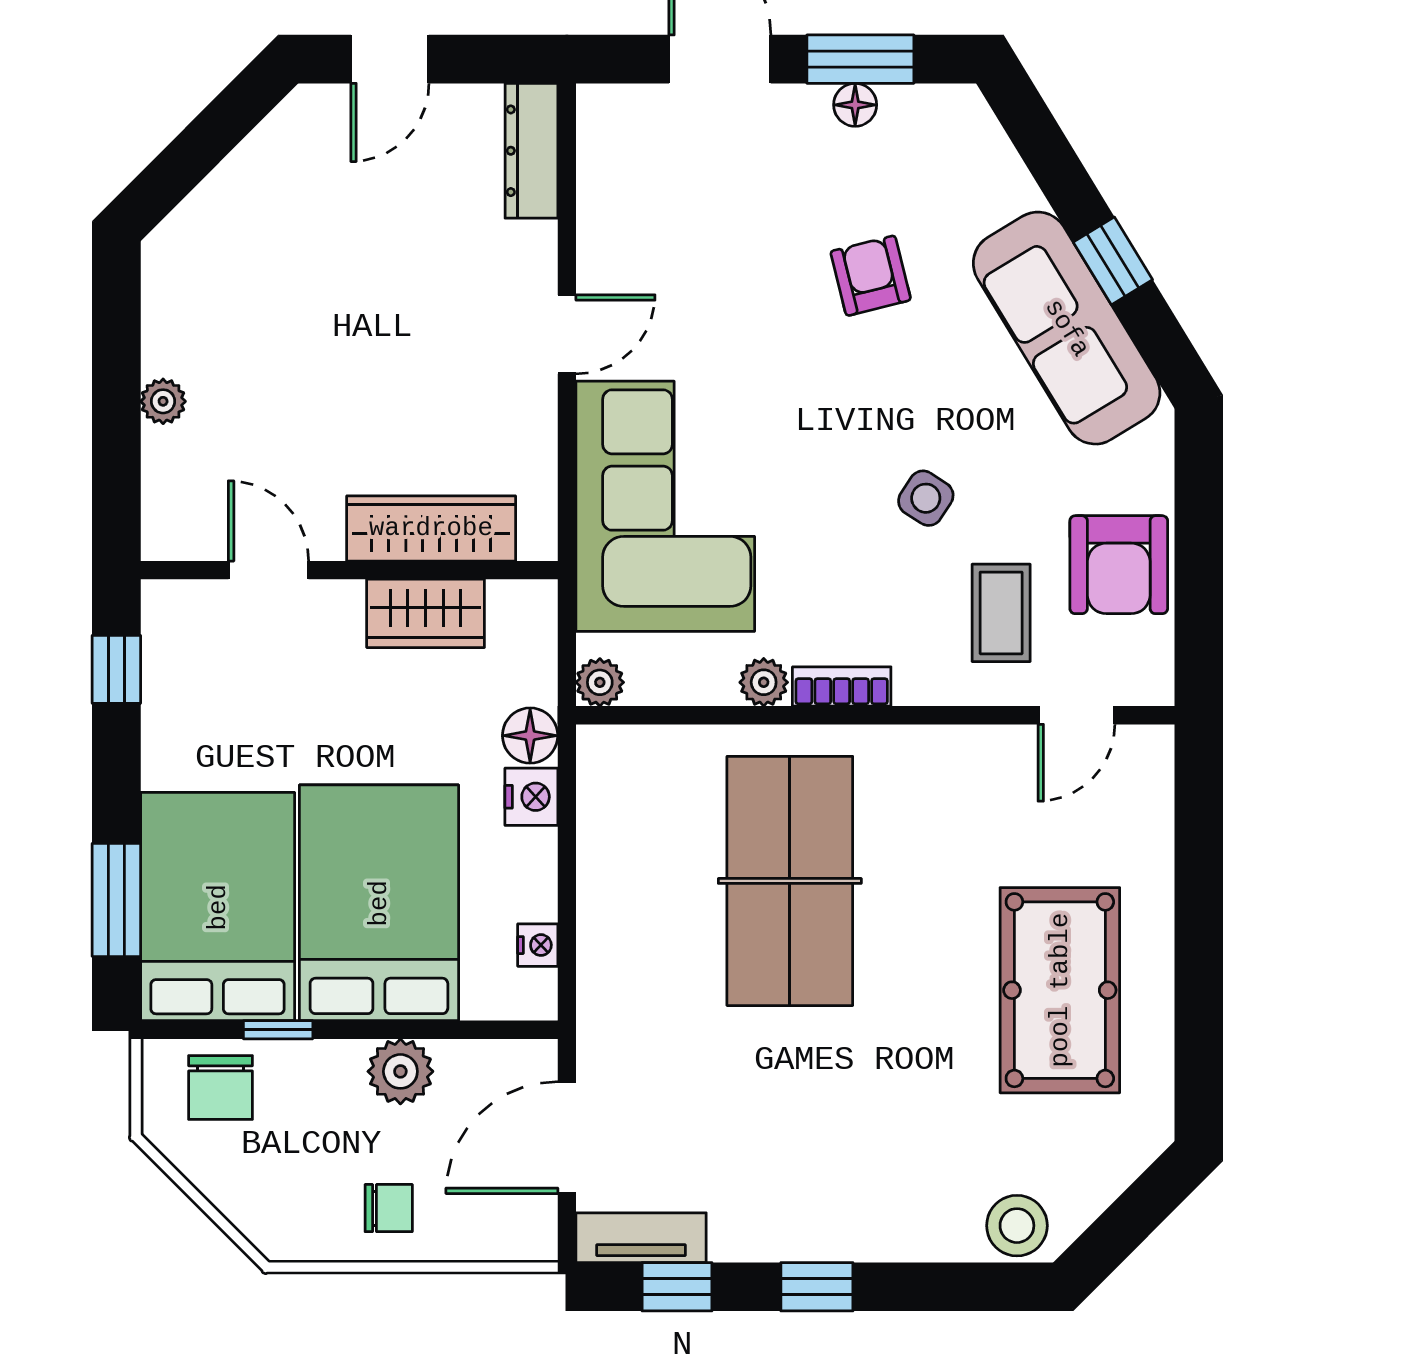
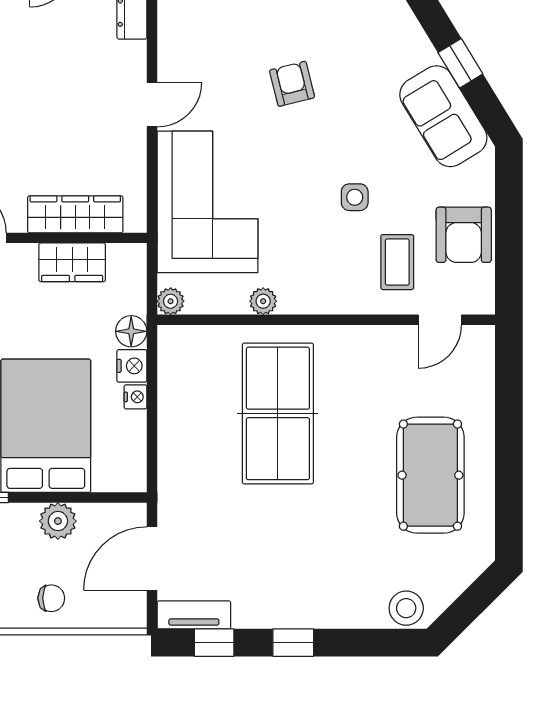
armchair: (871, 276) -> (292, 84), moved
sofa: (1067, 328) -> (443, 116), width x0.73
side table: (926, 498) -> (355, 197), turned -33
bookcase: (842, 687) -> (307, 304), removed
nightstand: (538, 945) -> (135, 397), moved

